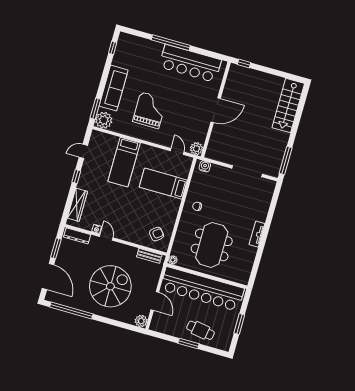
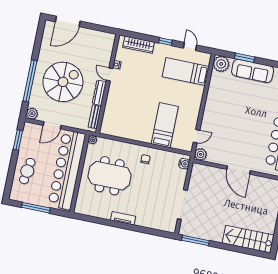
window: (95, 109) -> (245, 58), moved
grand piano: (150, 110) -> (234, 107), removed
bed: (124, 162) -> (186, 72), moved
armchair: (157, 234) -> (116, 122), removed
dresser: (77, 236) -> (99, 93), moved
door: (106, 237) -> (110, 74), swing flipped
window: (56, 248) -> (95, 27), removed
spiral stairs: (110, 286) -> (63, 82), turned -90
window: (71, 310) -> (30, 81), moved
window: (239, 324) -> (36, 208), width x1.44
window: (188, 344) -> (18, 140), moved

